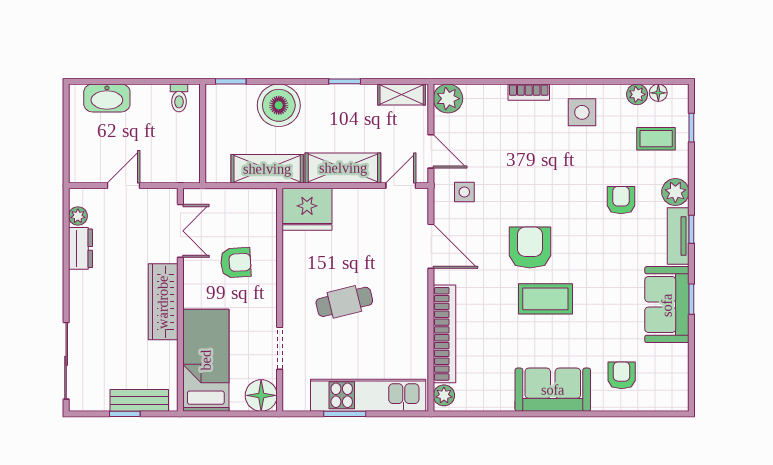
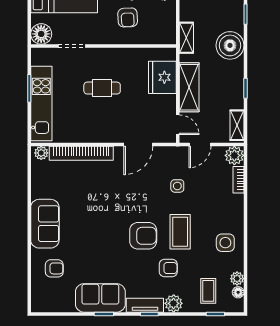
bookcase: (529, 92) -> (239, 180), moved
shelving: (267, 169) -> (186, 38), width x0.67, depth x0.75
side table: (464, 192) -> (177, 186), moved
fridge: (307, 209) -> (162, 77), moved
armchair: (530, 247) -> (143, 236), moved
coffee table: (545, 299) -> (180, 232), moved
cafe table: (344, 302) -> (102, 88), turned -76

